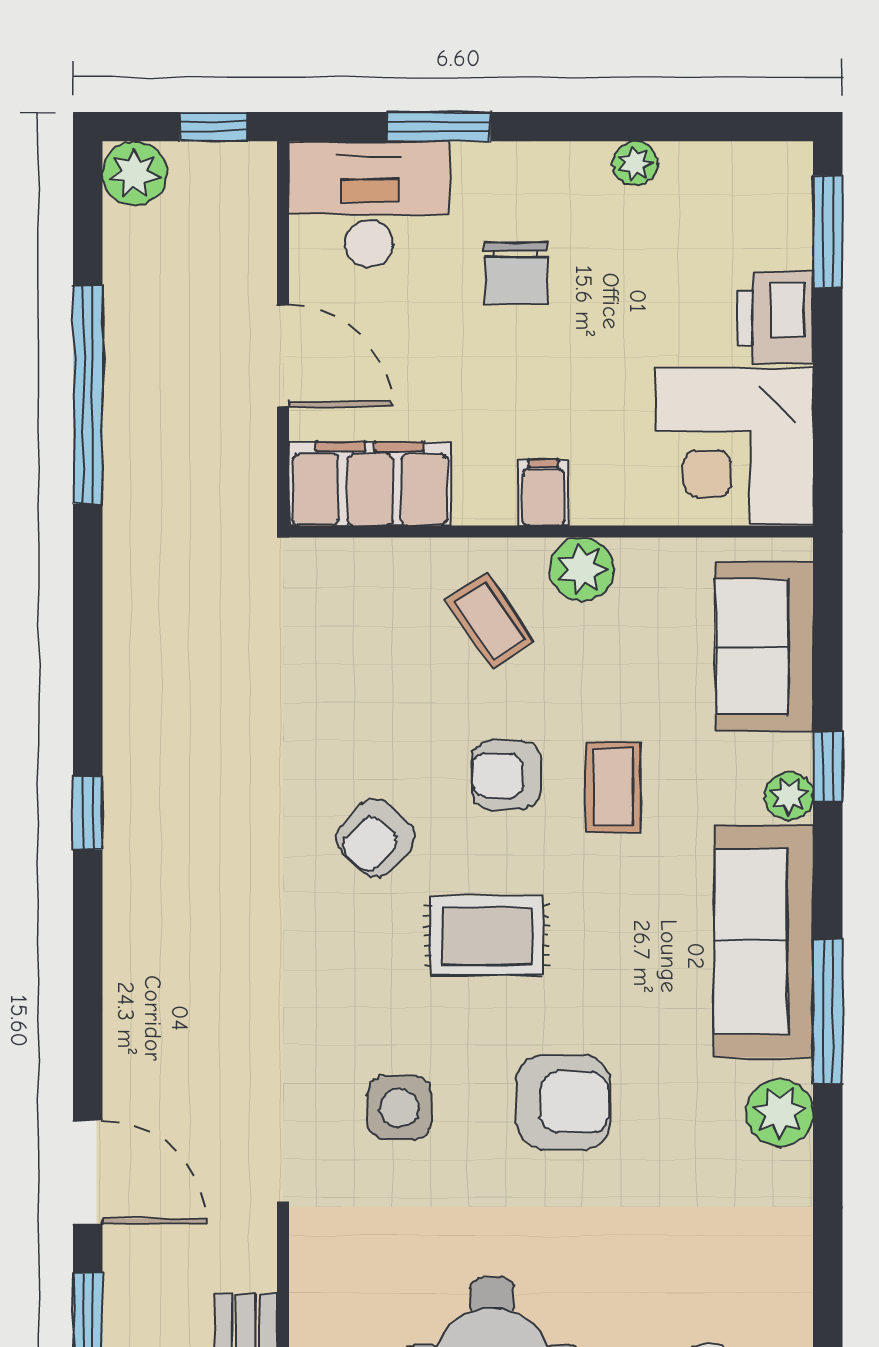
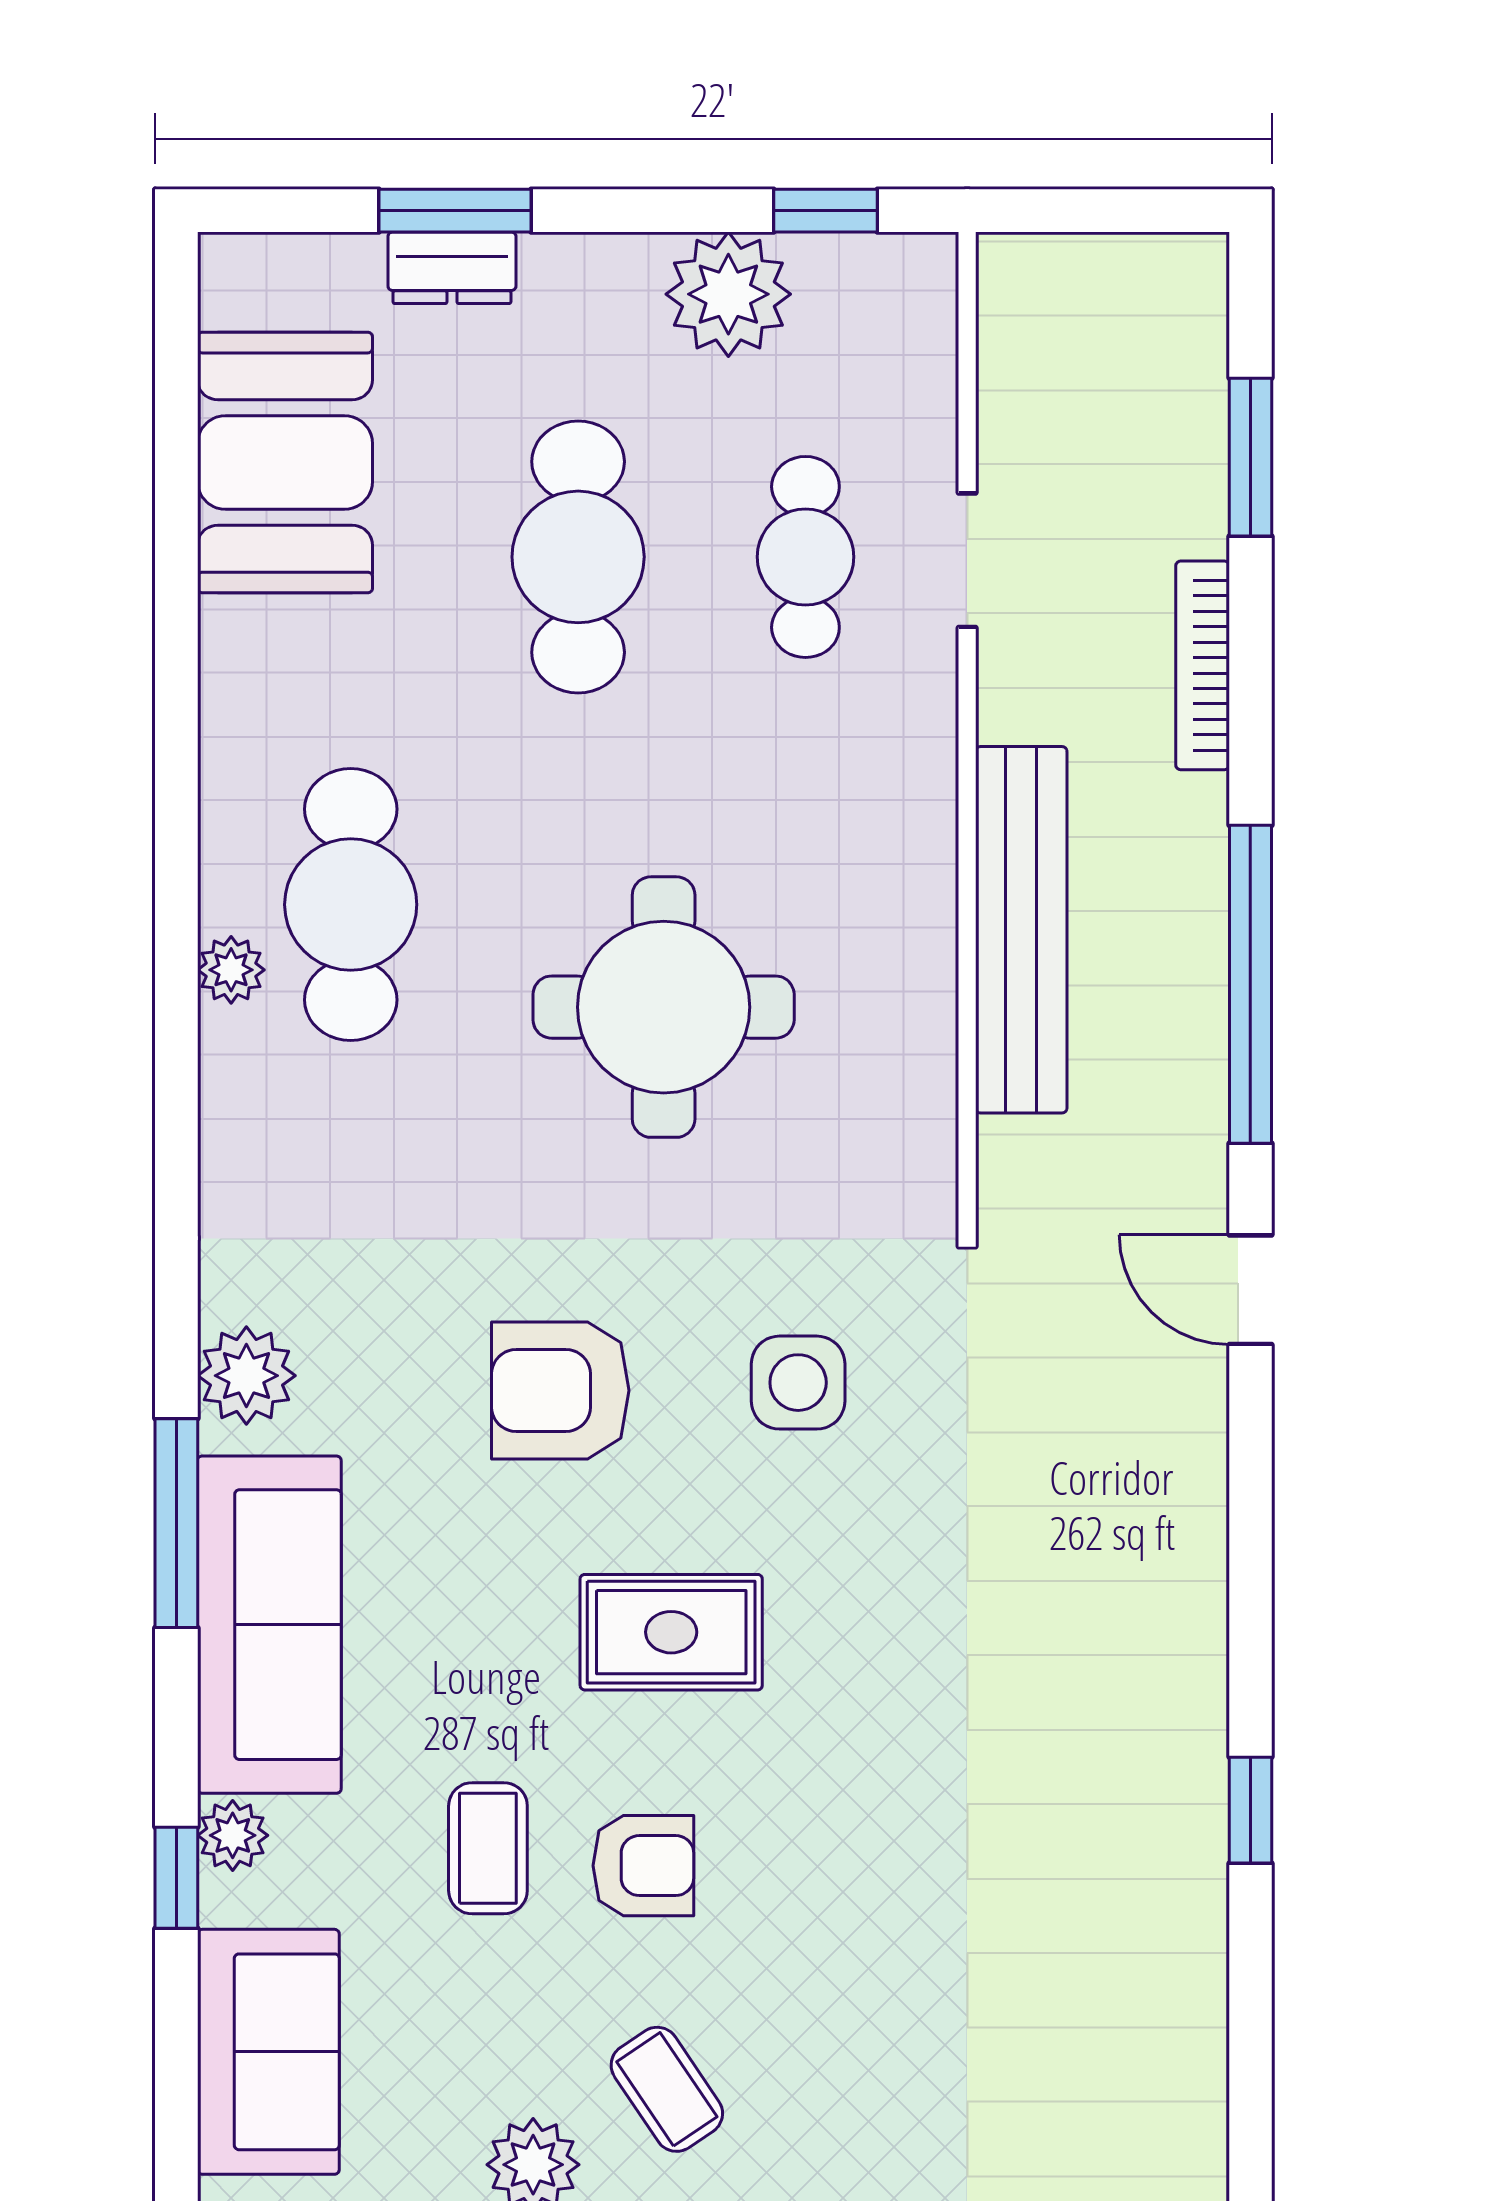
armchair: (375, 838) -> (833, 1775), removed
door: (88, 1172) -> (1250, 1290), width x0.73

